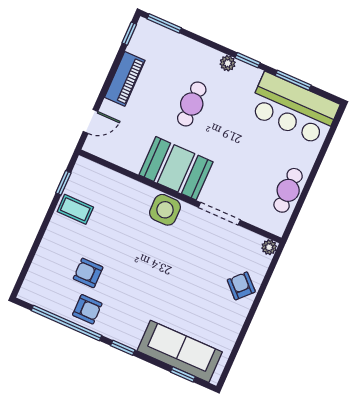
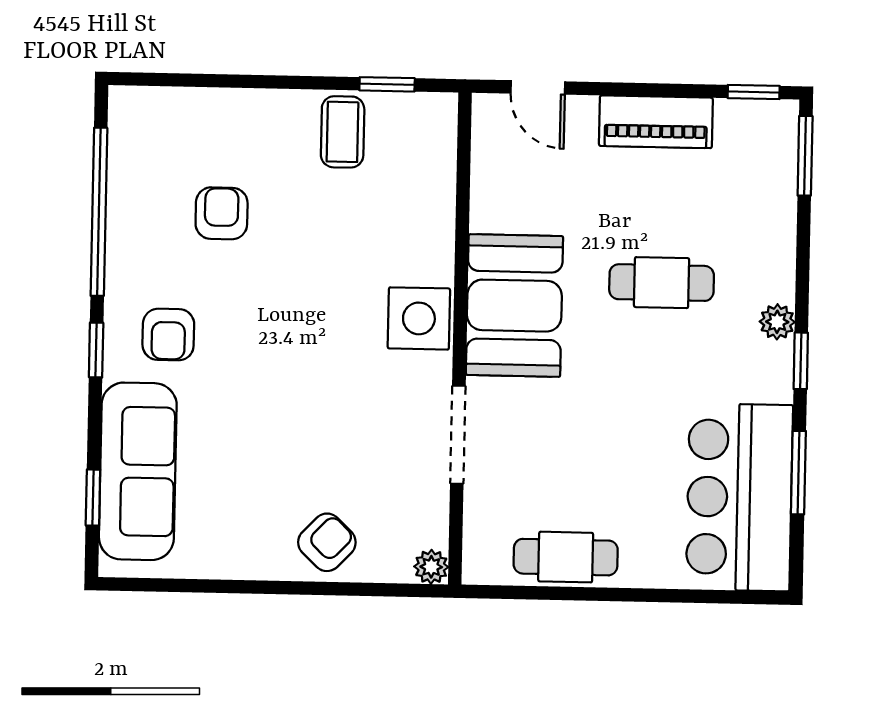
armchair: (87, 309) -> (168, 335), moved

